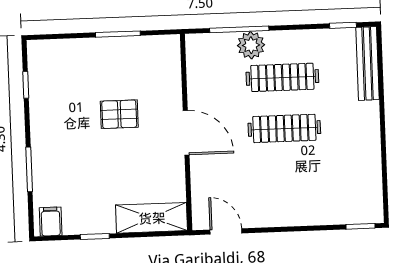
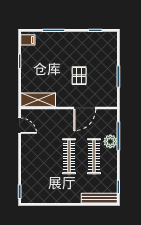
door: (186, 133) -> (85, 108), moved
shelving: (152, 218) -> (38, 100), moved, turned 90
door: (226, 231) -> (20, 126), hinge flipped

